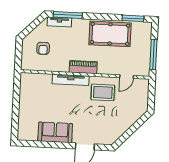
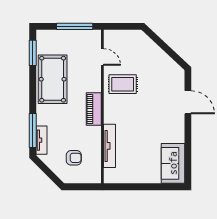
tv unit: (71, 80) -> (110, 146), moved
rug: (103, 92) -> (123, 84), turned 90
sofa: (55, 132) -> (173, 163), moved

